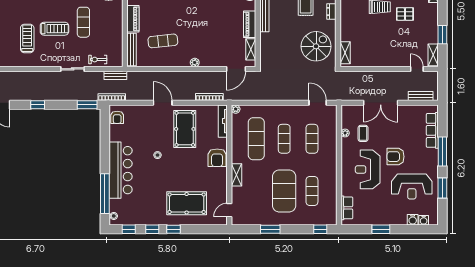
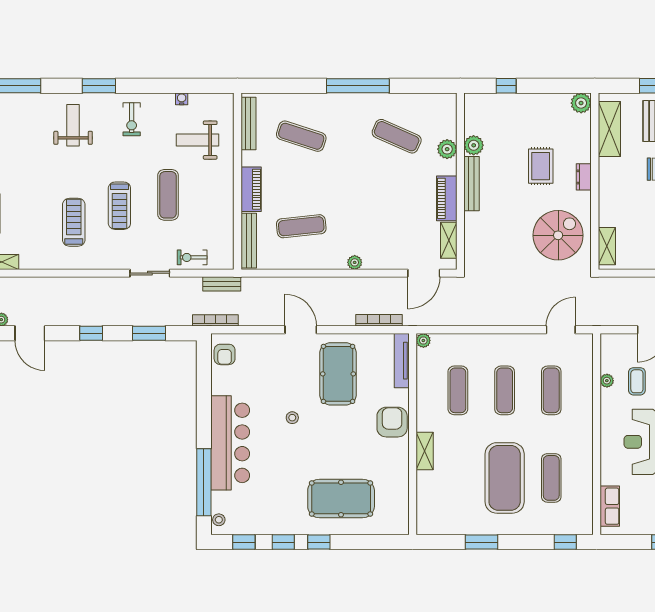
treadmill: (54, 29) -> (119, 206), turned 90
door: (318, 103) -> (561, 330), hinge flipped
window: (87, 105) -> (149, 333), moved
exercise mat: (256, 139) -> (458, 390), width x0.73, depth x0.69
armchair: (217, 158) -> (392, 422), turned 180
door: (229, 210) -> (413, 510), removed

